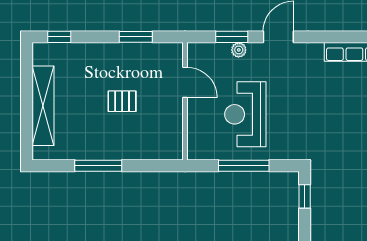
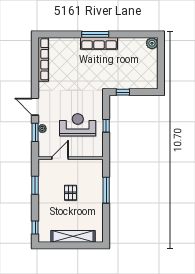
reception desk: (245, 114) -> (78, 125), turned 180
window: (98, 166) -> (106, 190), moved
window: (244, 166) -> (106, 126), width x0.46

